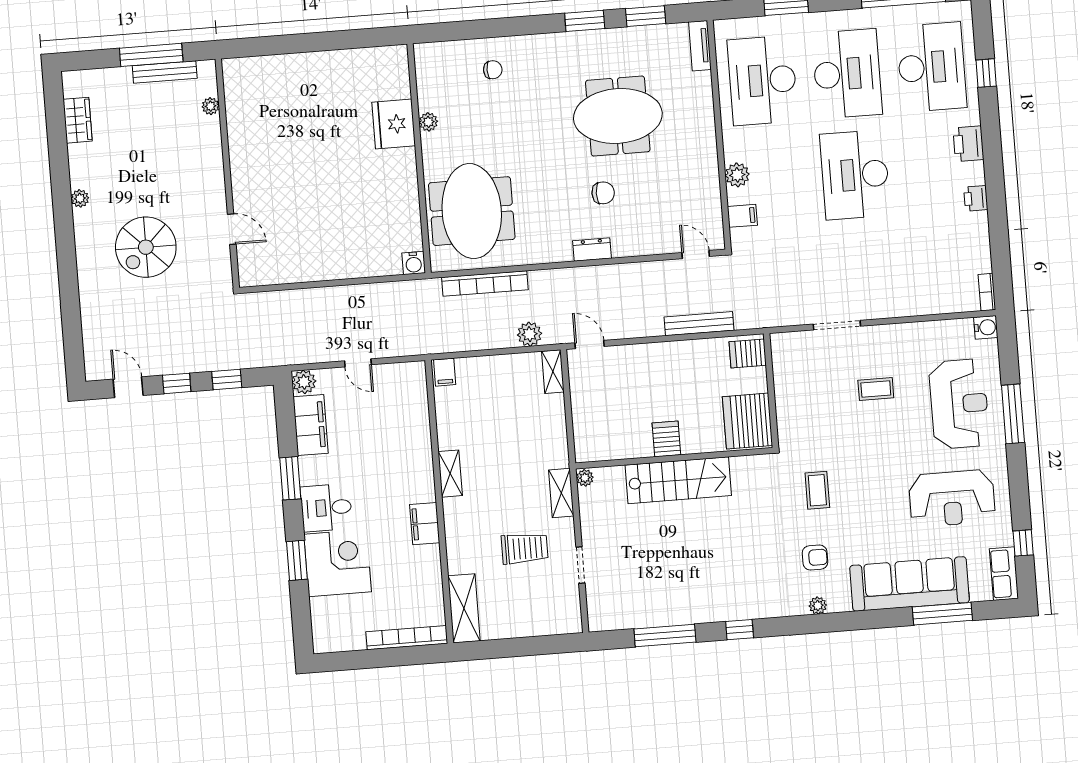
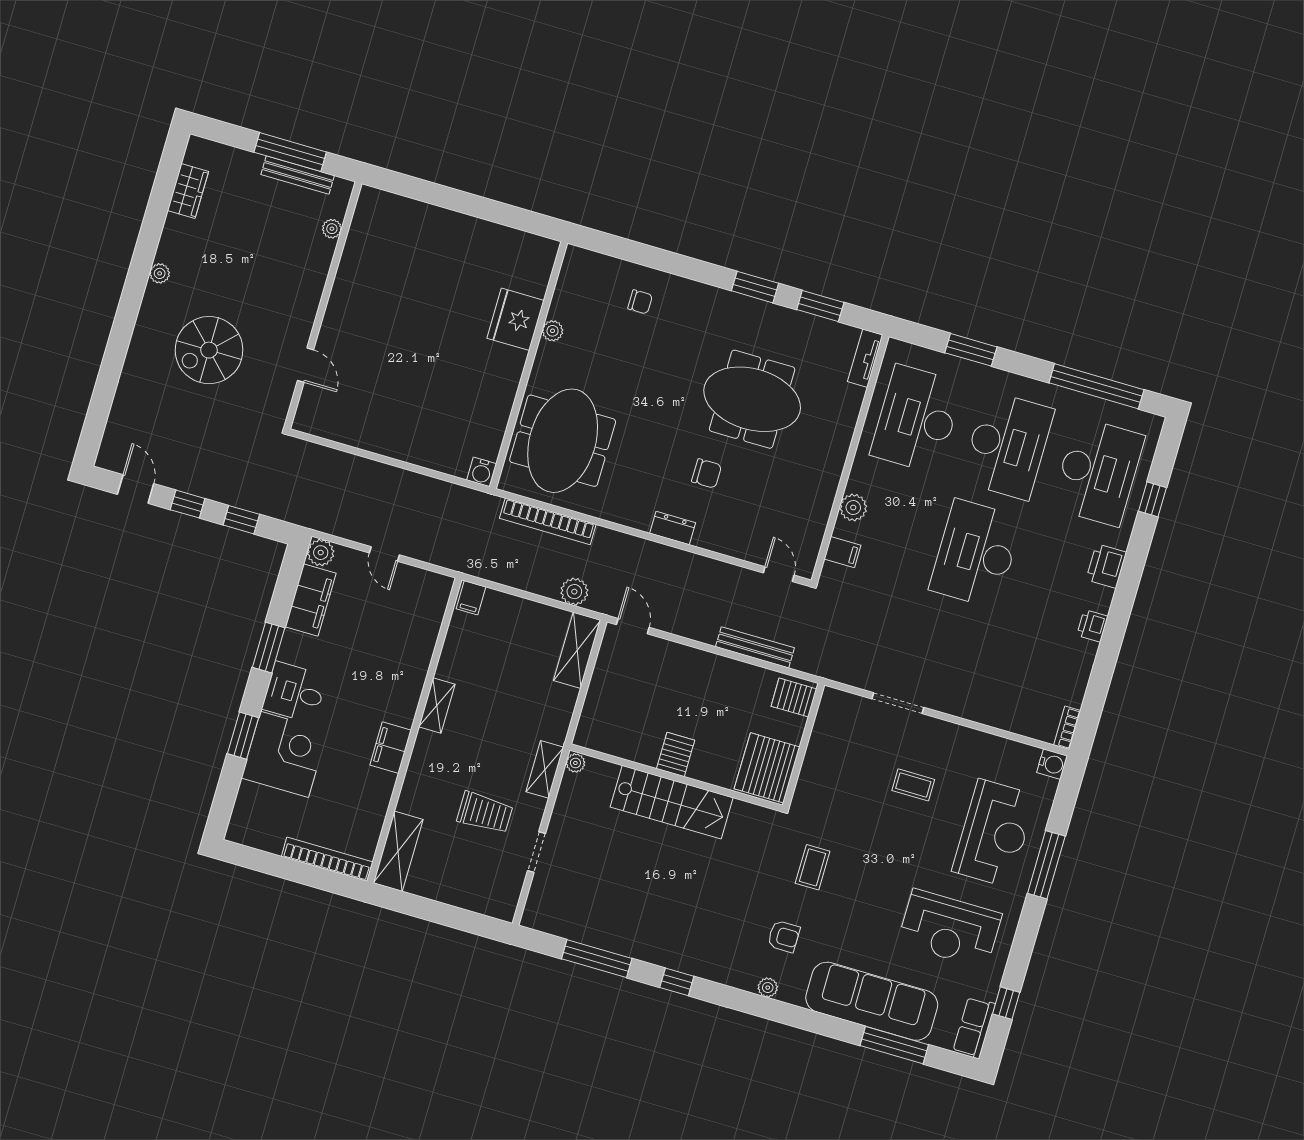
shelving: (553, 372) -> (577, 650), width x1.50, depth x1.33

